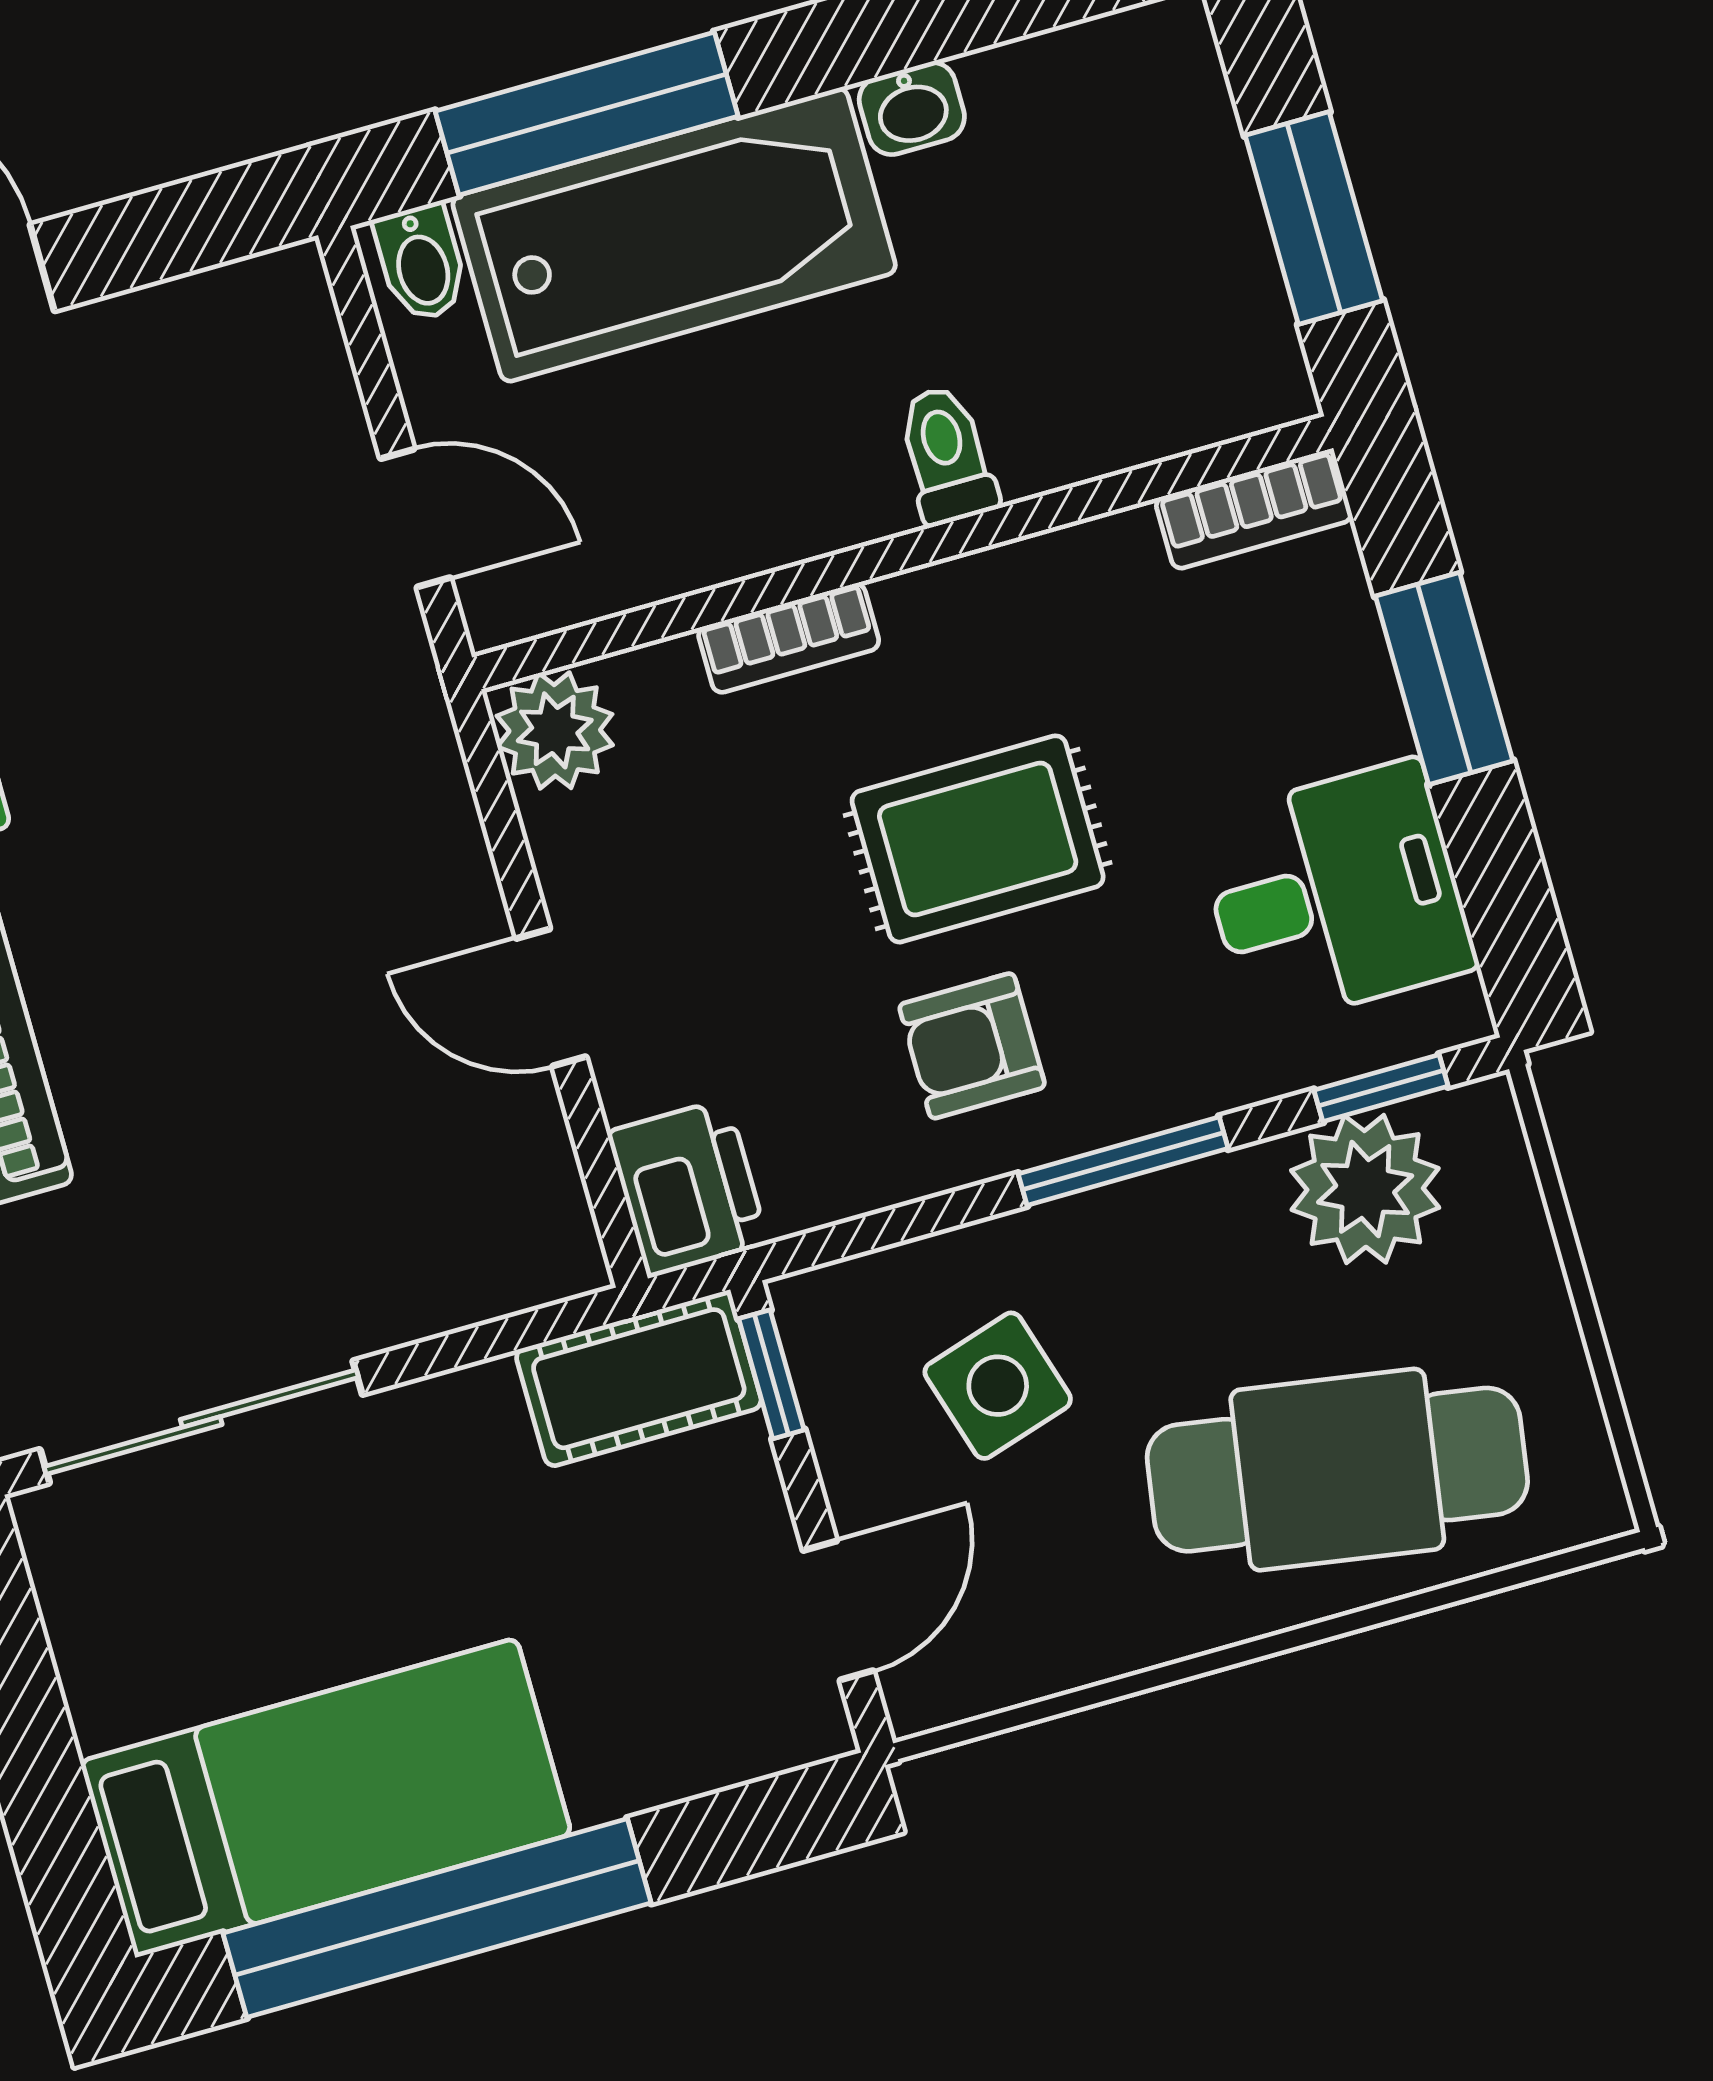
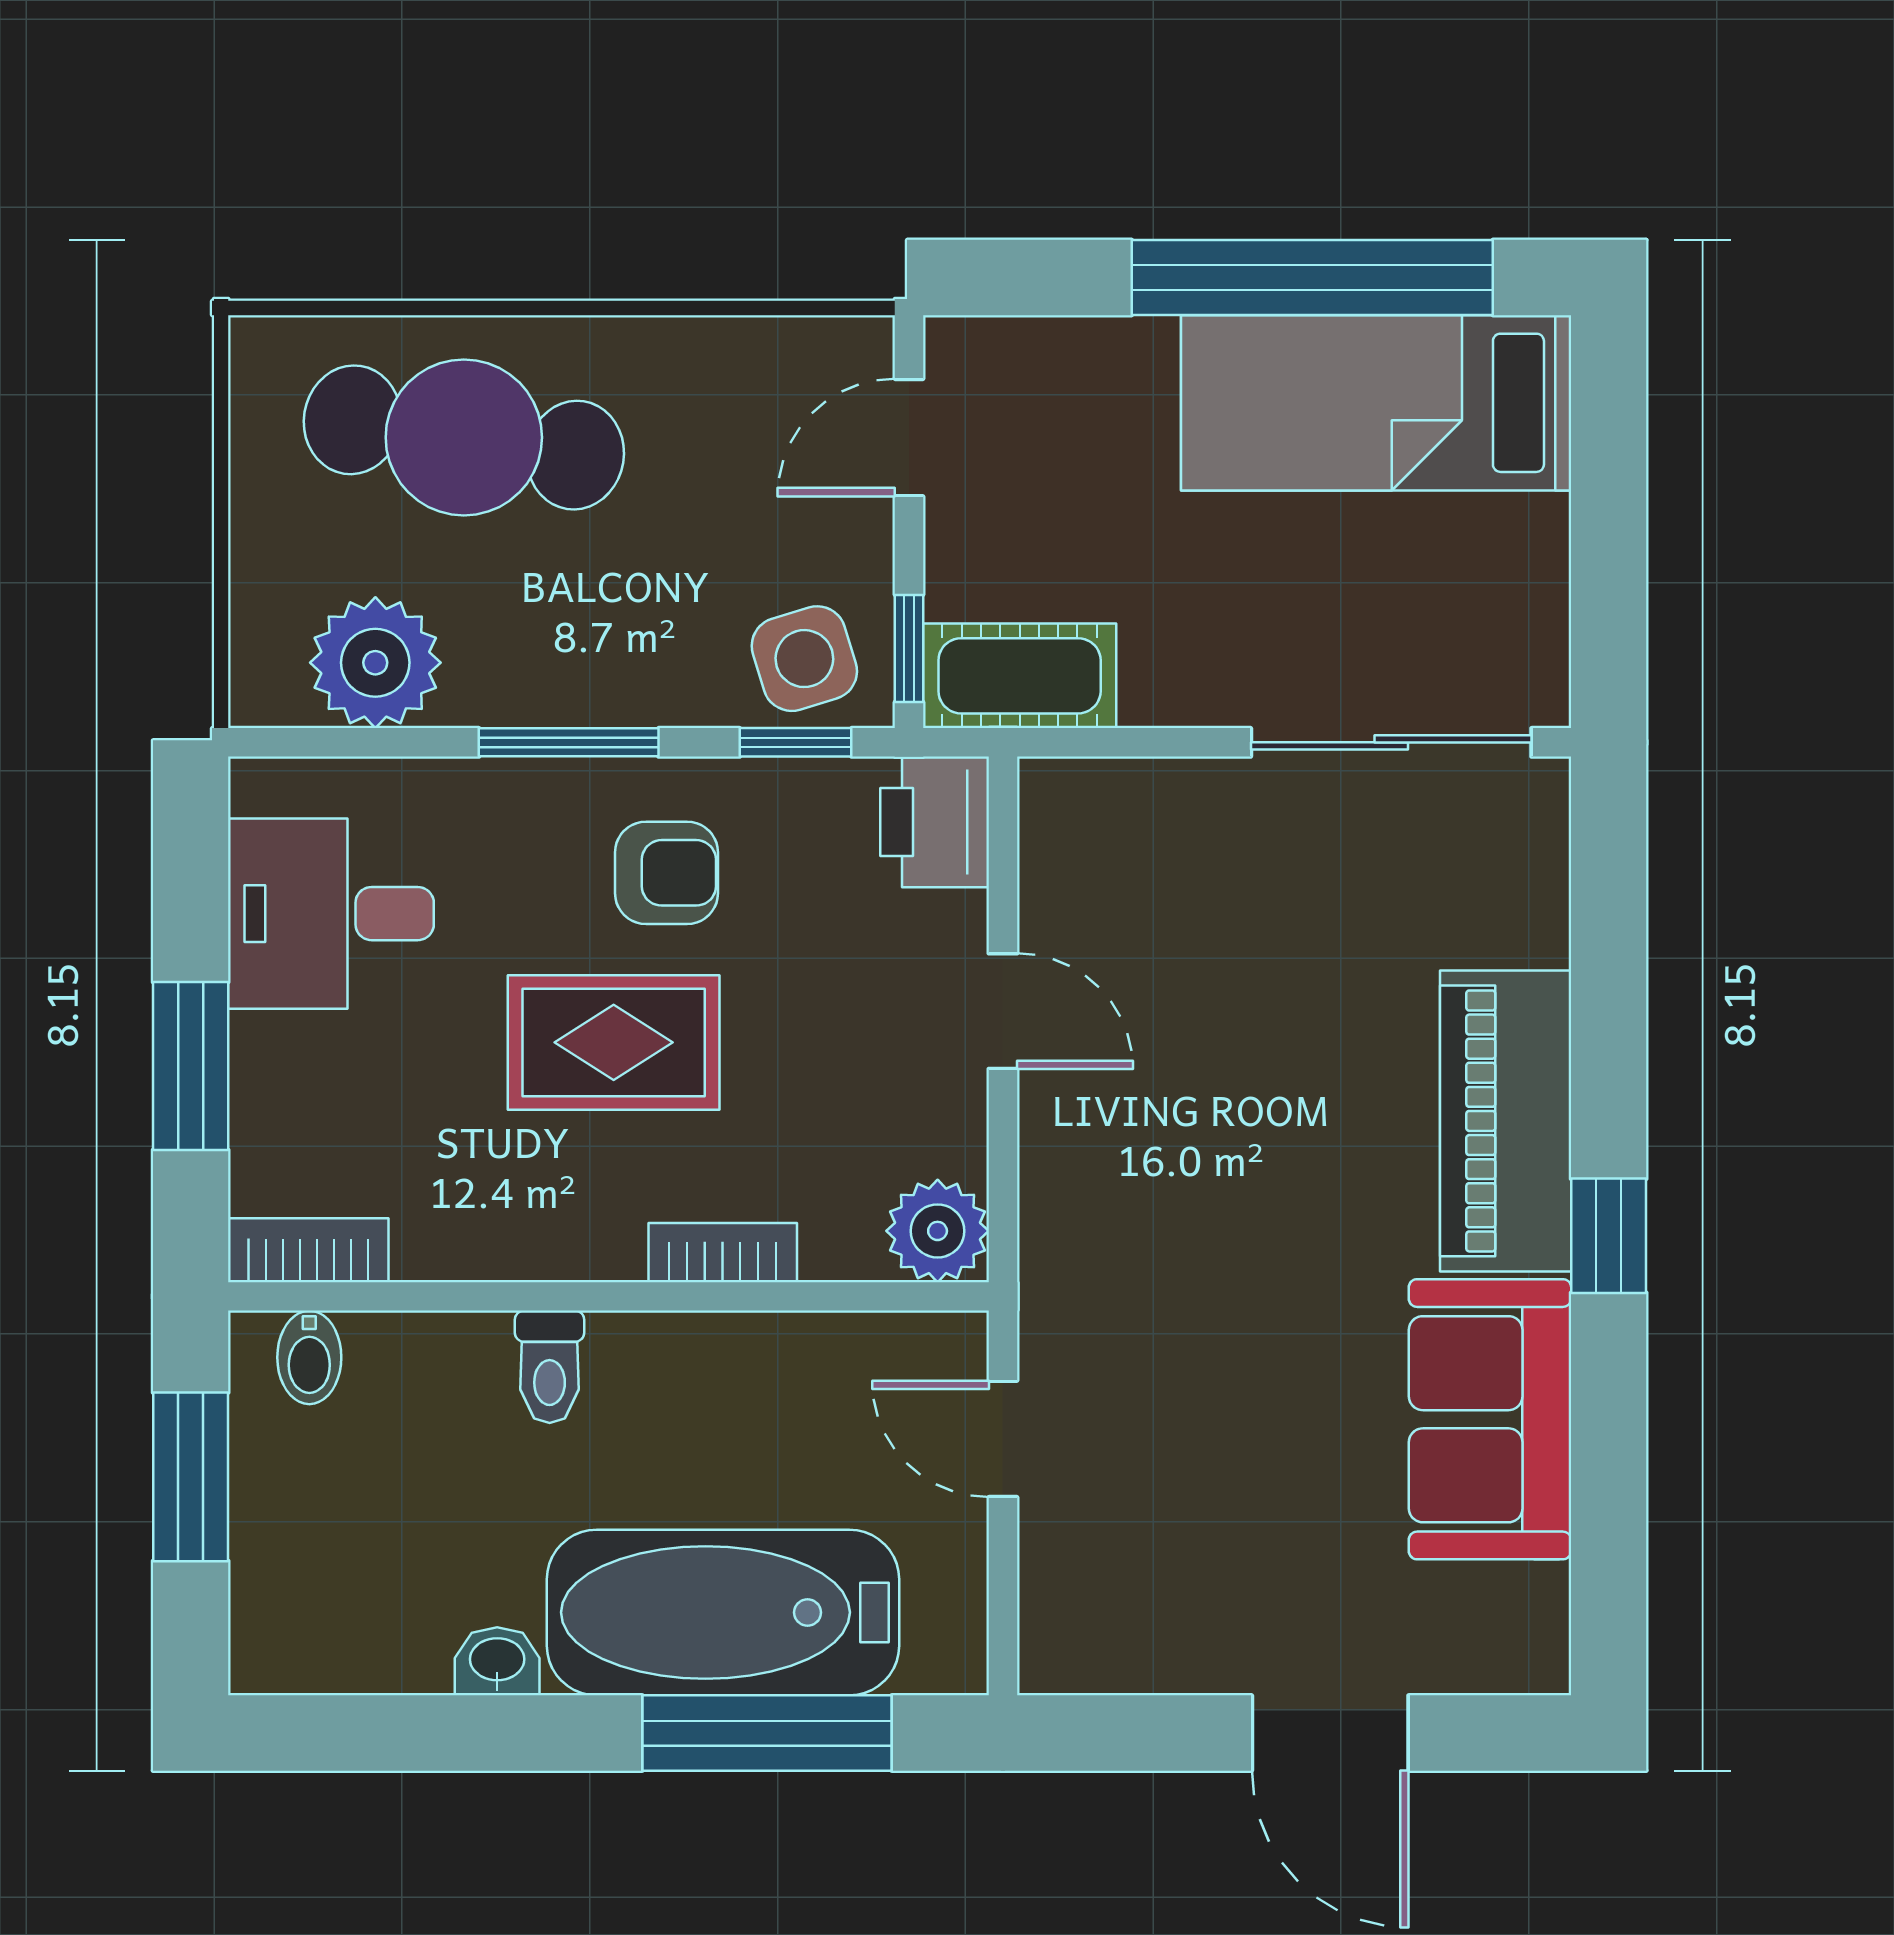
bidet: (421, 263) -> (309, 1357), moved, turned 180
window: (1381, 1088) -> (796, 742), moved
side table: (998, 1386) -> (804, 659), moved

